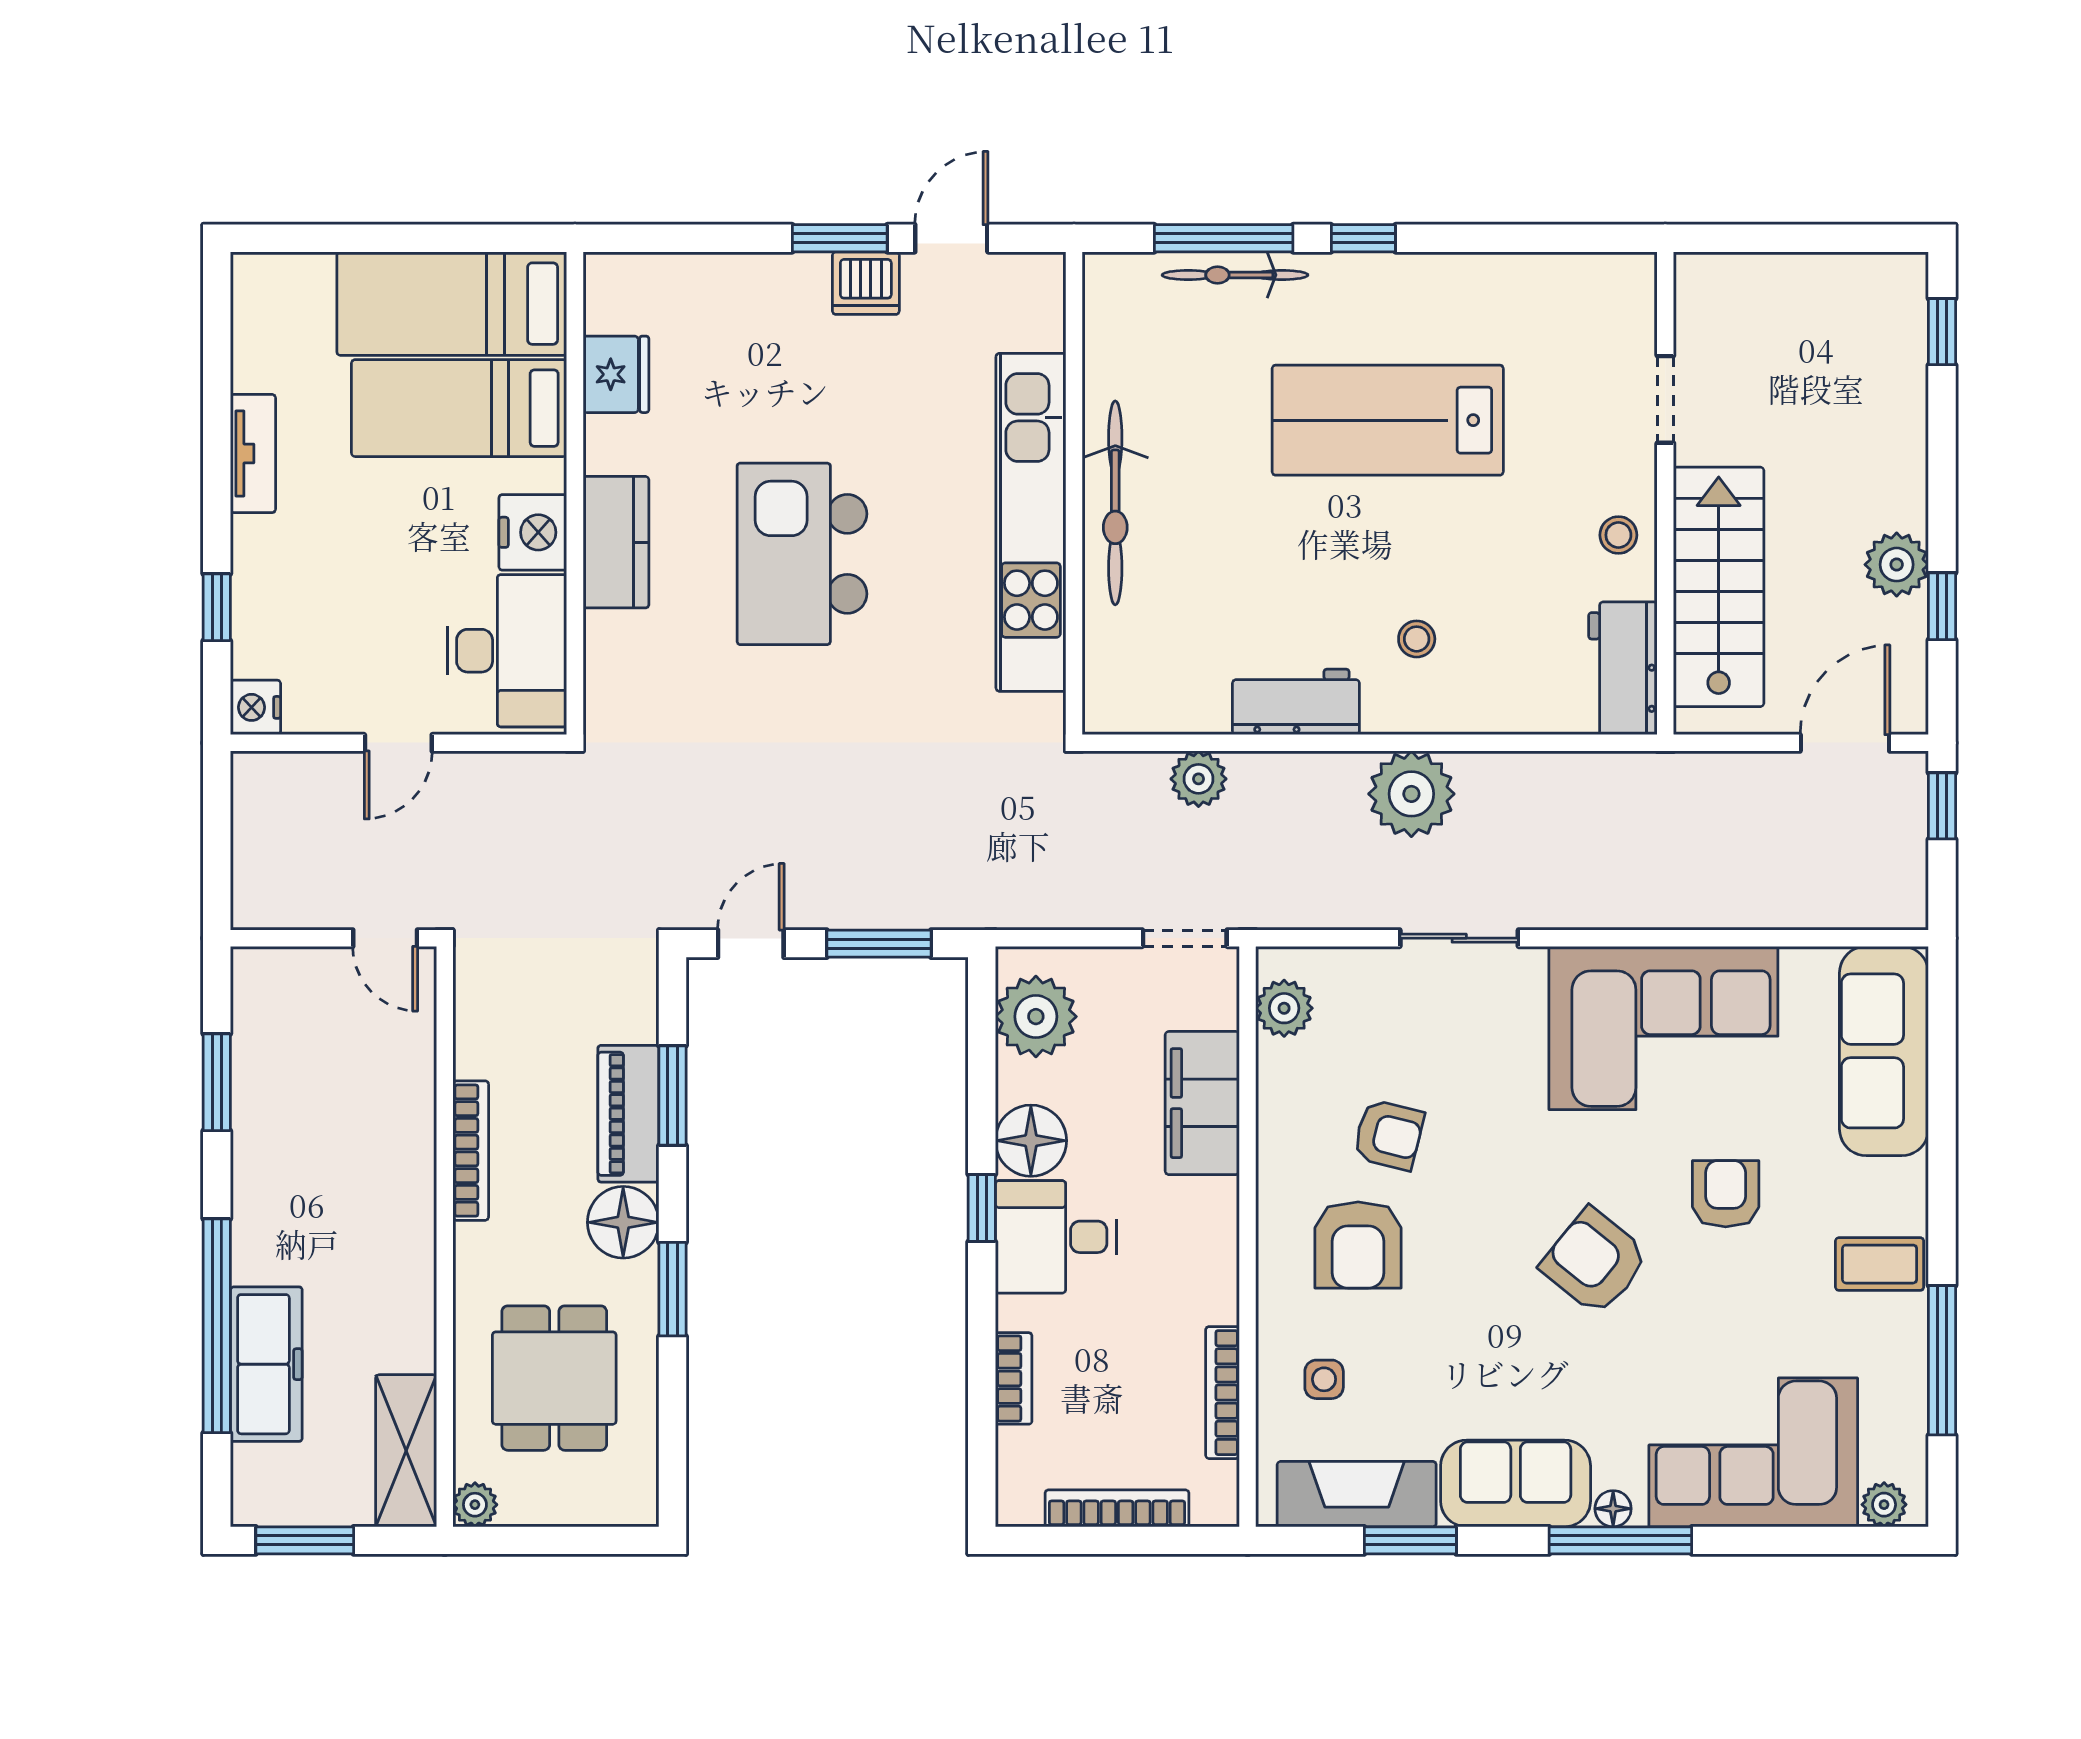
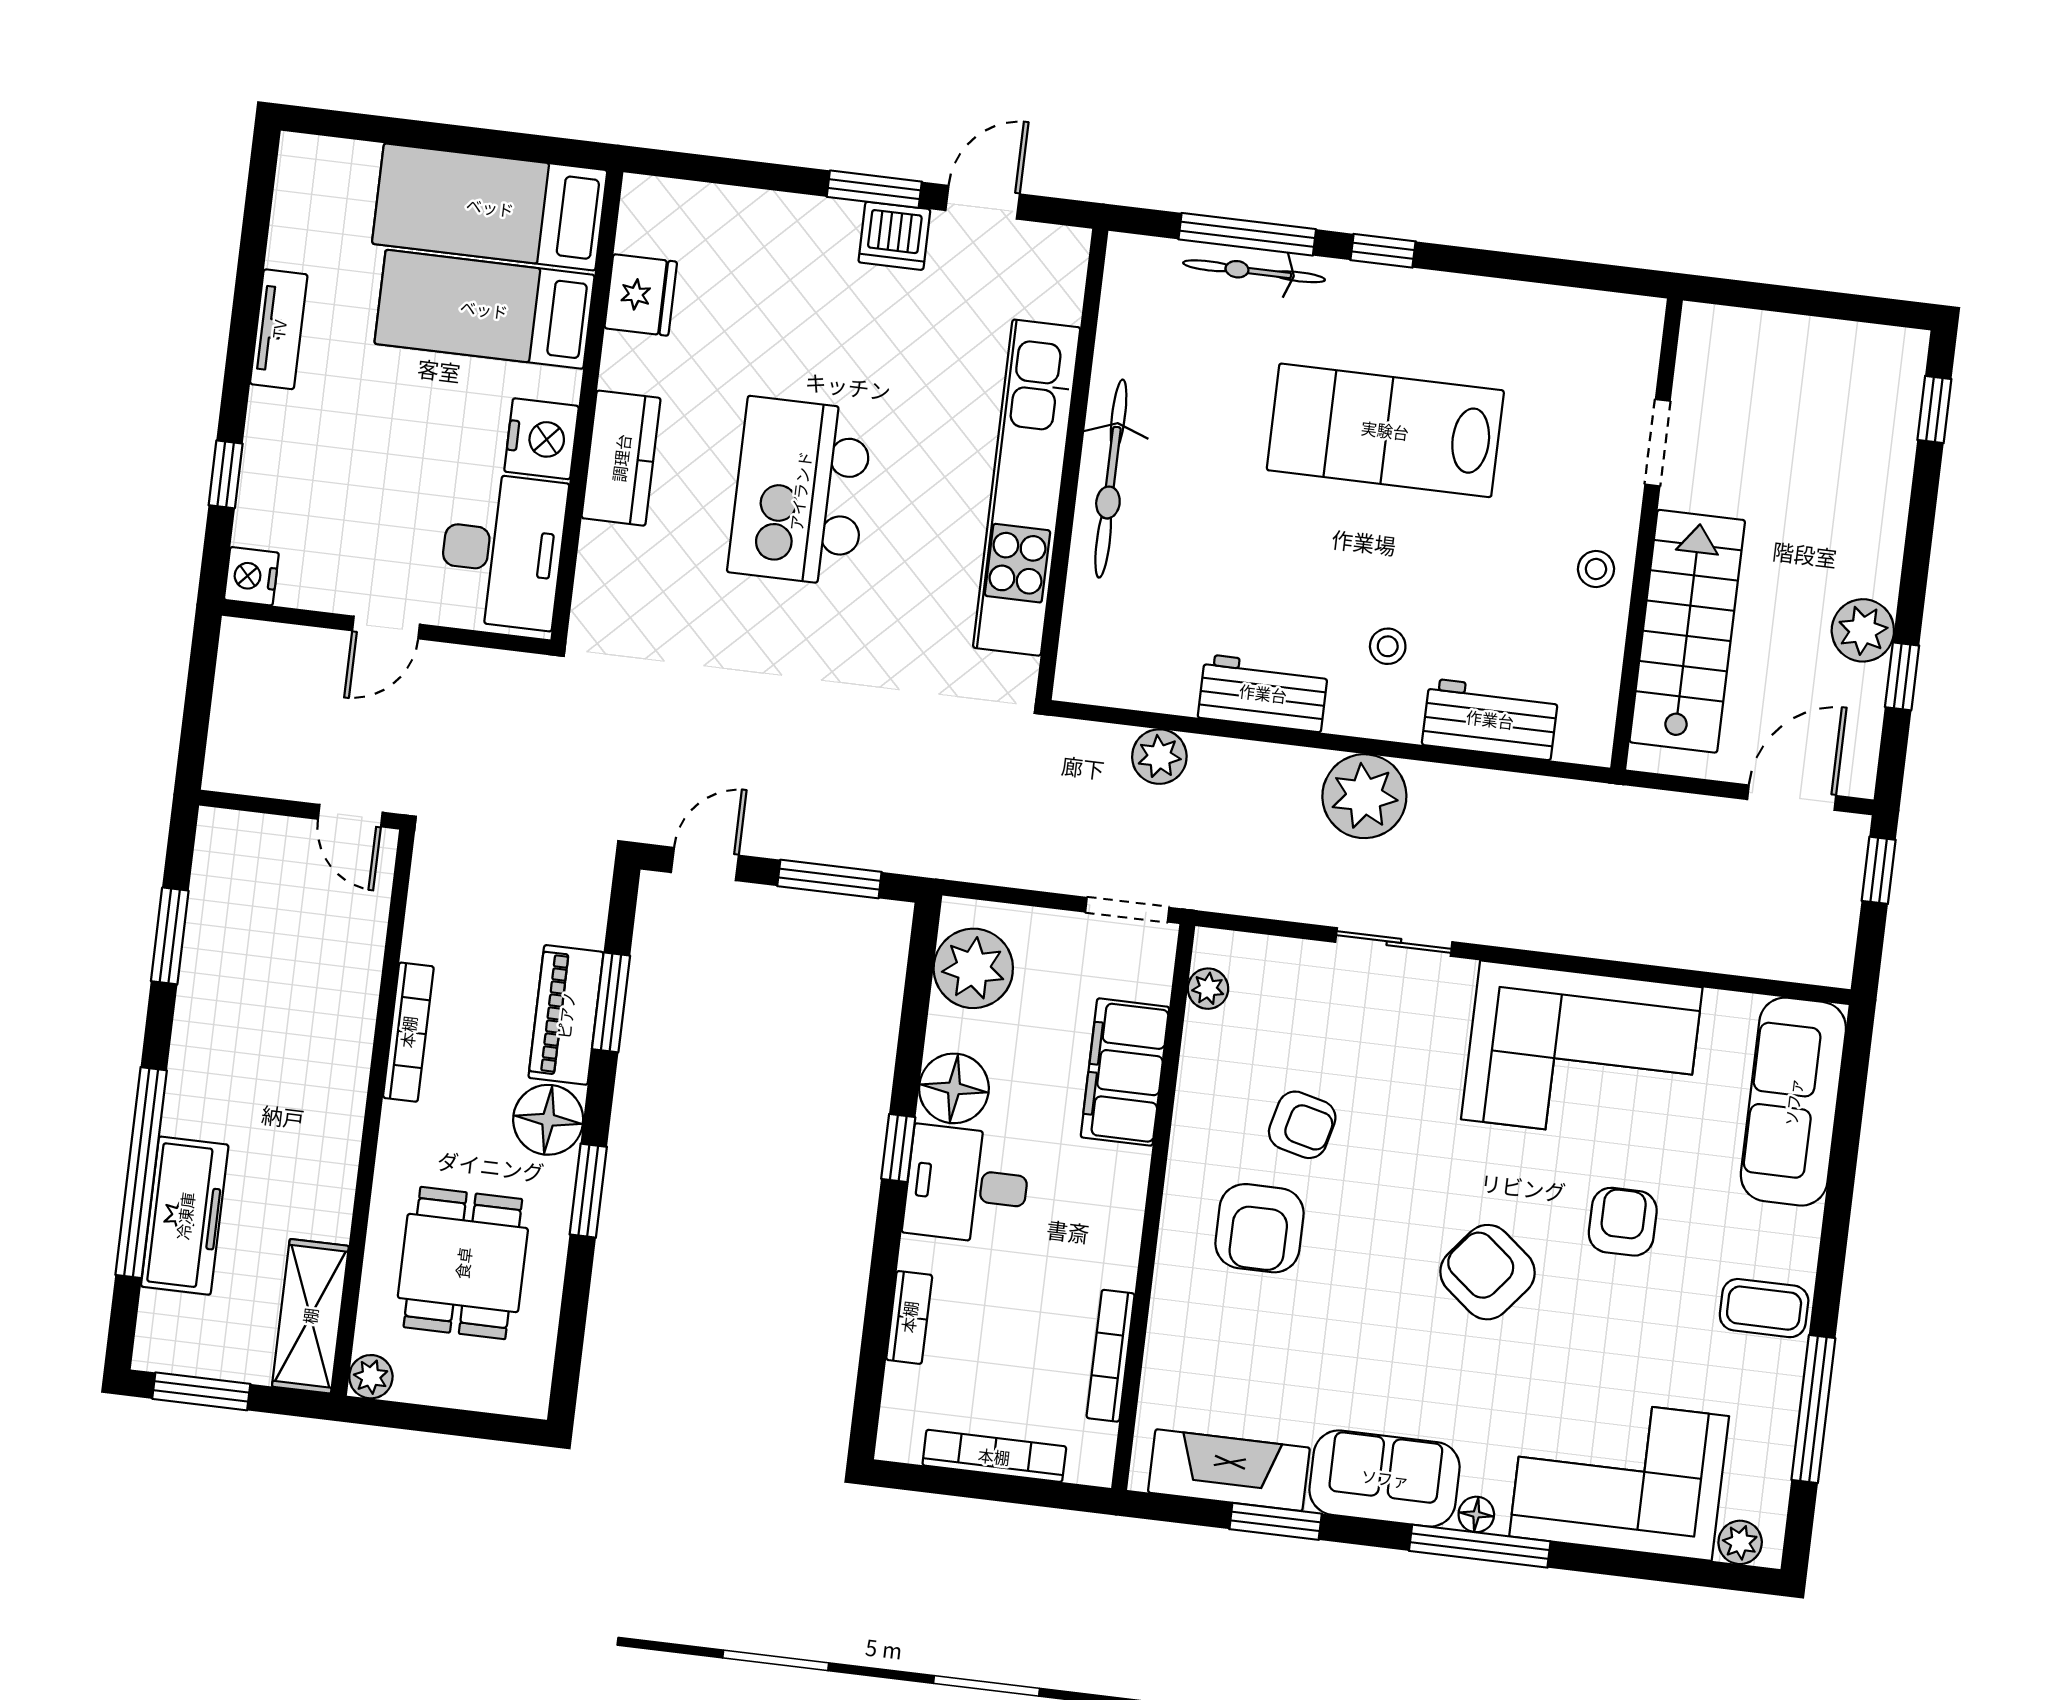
workbench: (1623, 668) -> (1490, 719), moved, turned 90
plant: (1284, 1008) -> (1208, 989), width x0.73, depth x0.73
side table: (1324, 1379) -> (1211, 1355), removed

